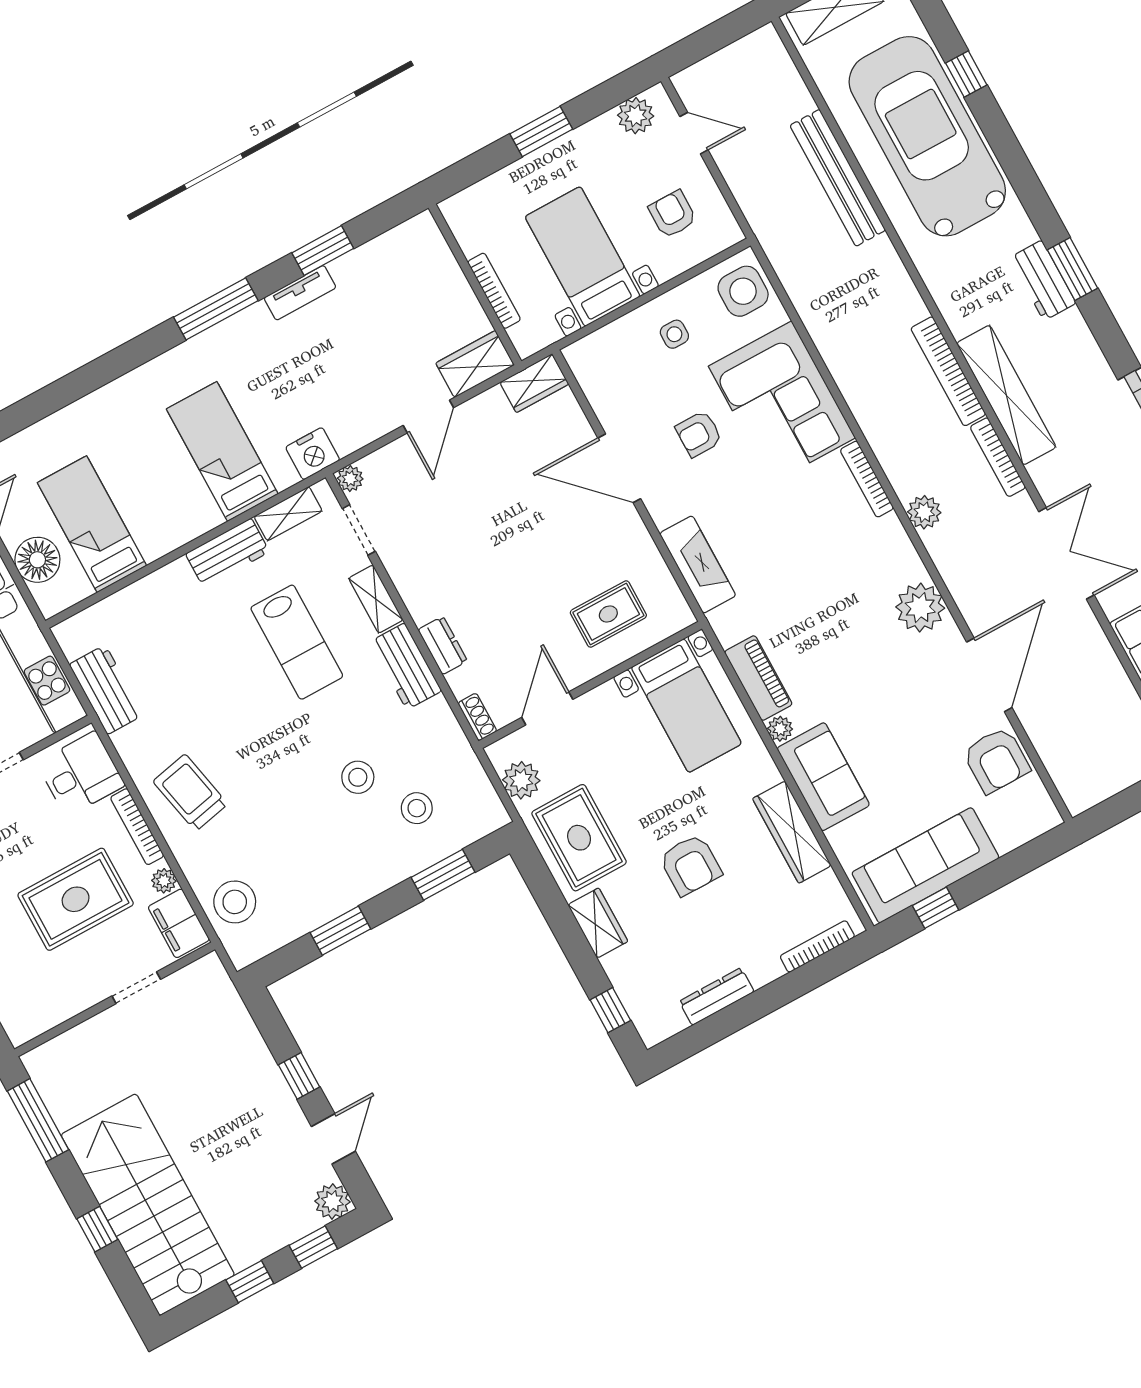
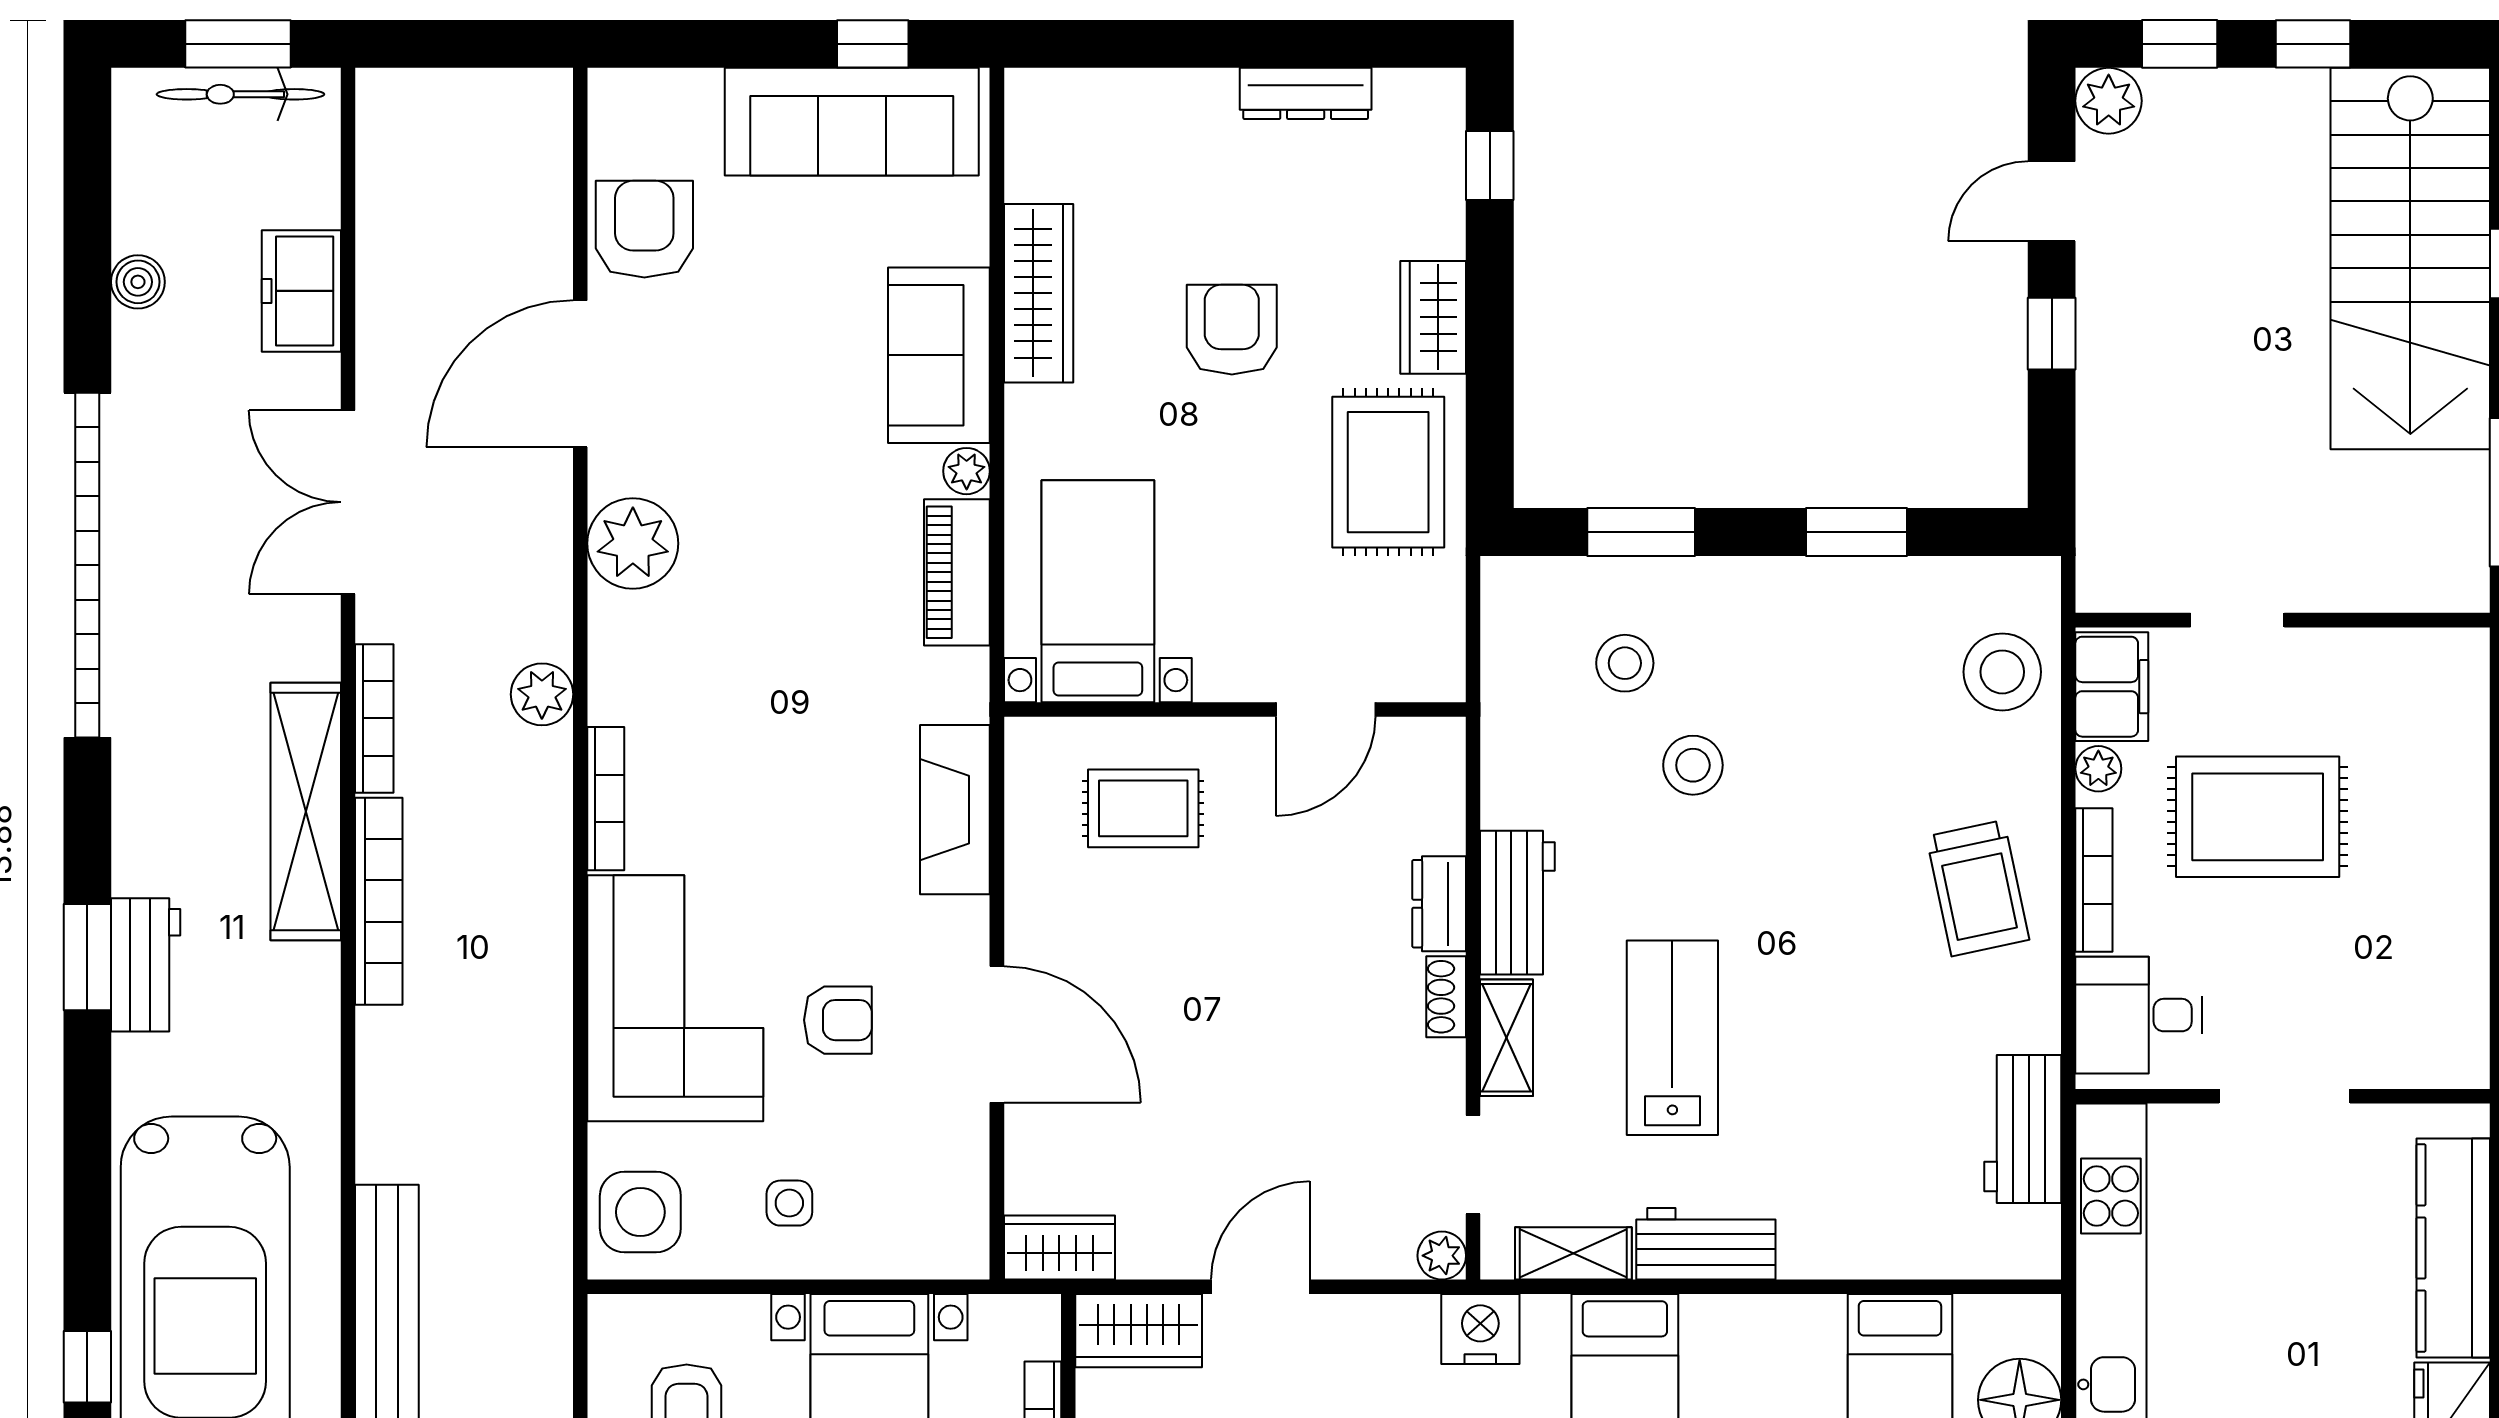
shoe rack: (477, 717) -> (1446, 997), moved
plant: (521, 780) -> (1431, 616), removed
bookcase: (817, 946) -> (1098, 86), removed

